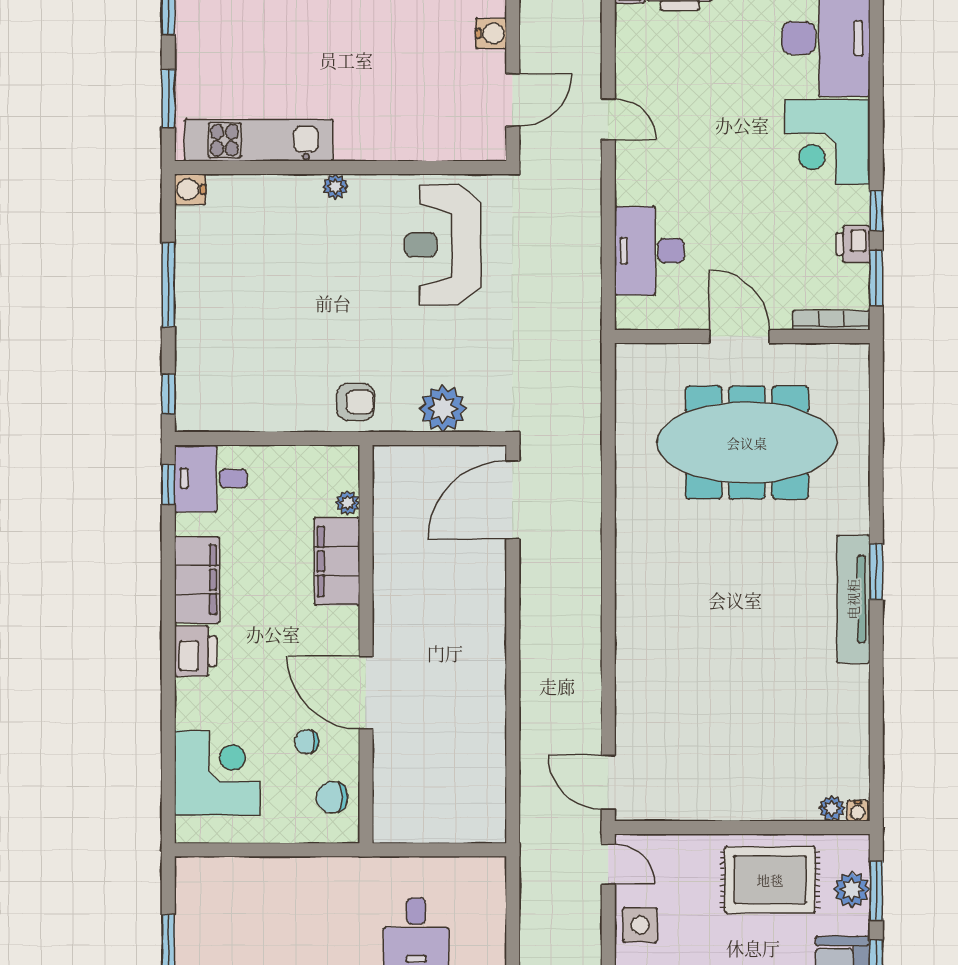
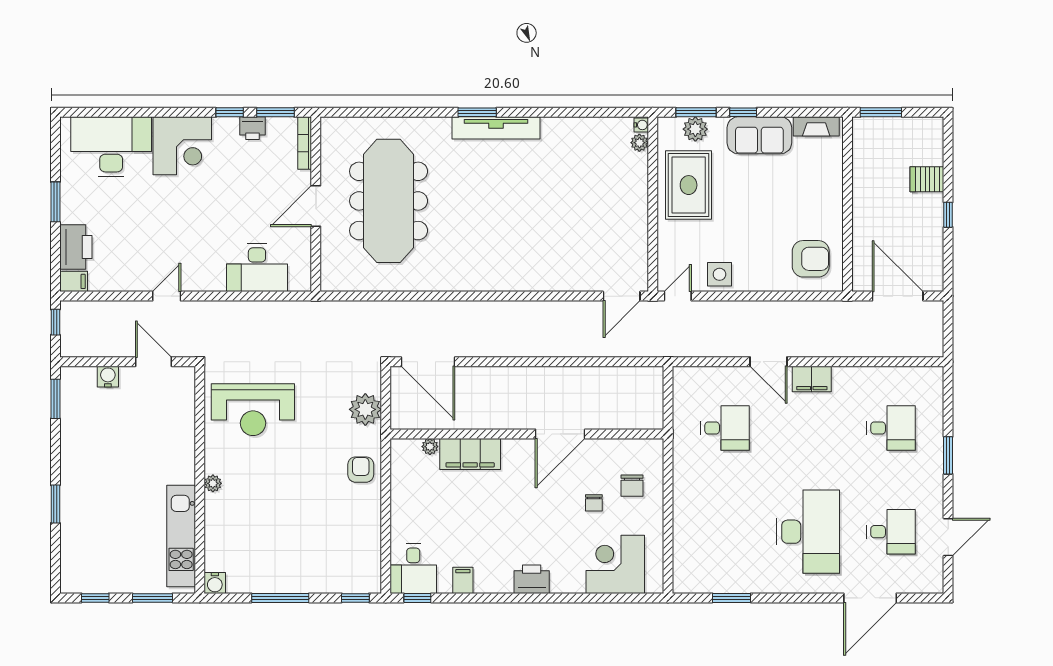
plant: (348, 503) -> (430, 447), moved
filing cabinet: (337, 561) -> (470, 454), moved
filing cabinet: (197, 580) -> (463, 580), width x0.33, depth x0.86
wall: (366, 644) -> (527, 434), moved
door: (366, 693) -> (560, 434), moved

